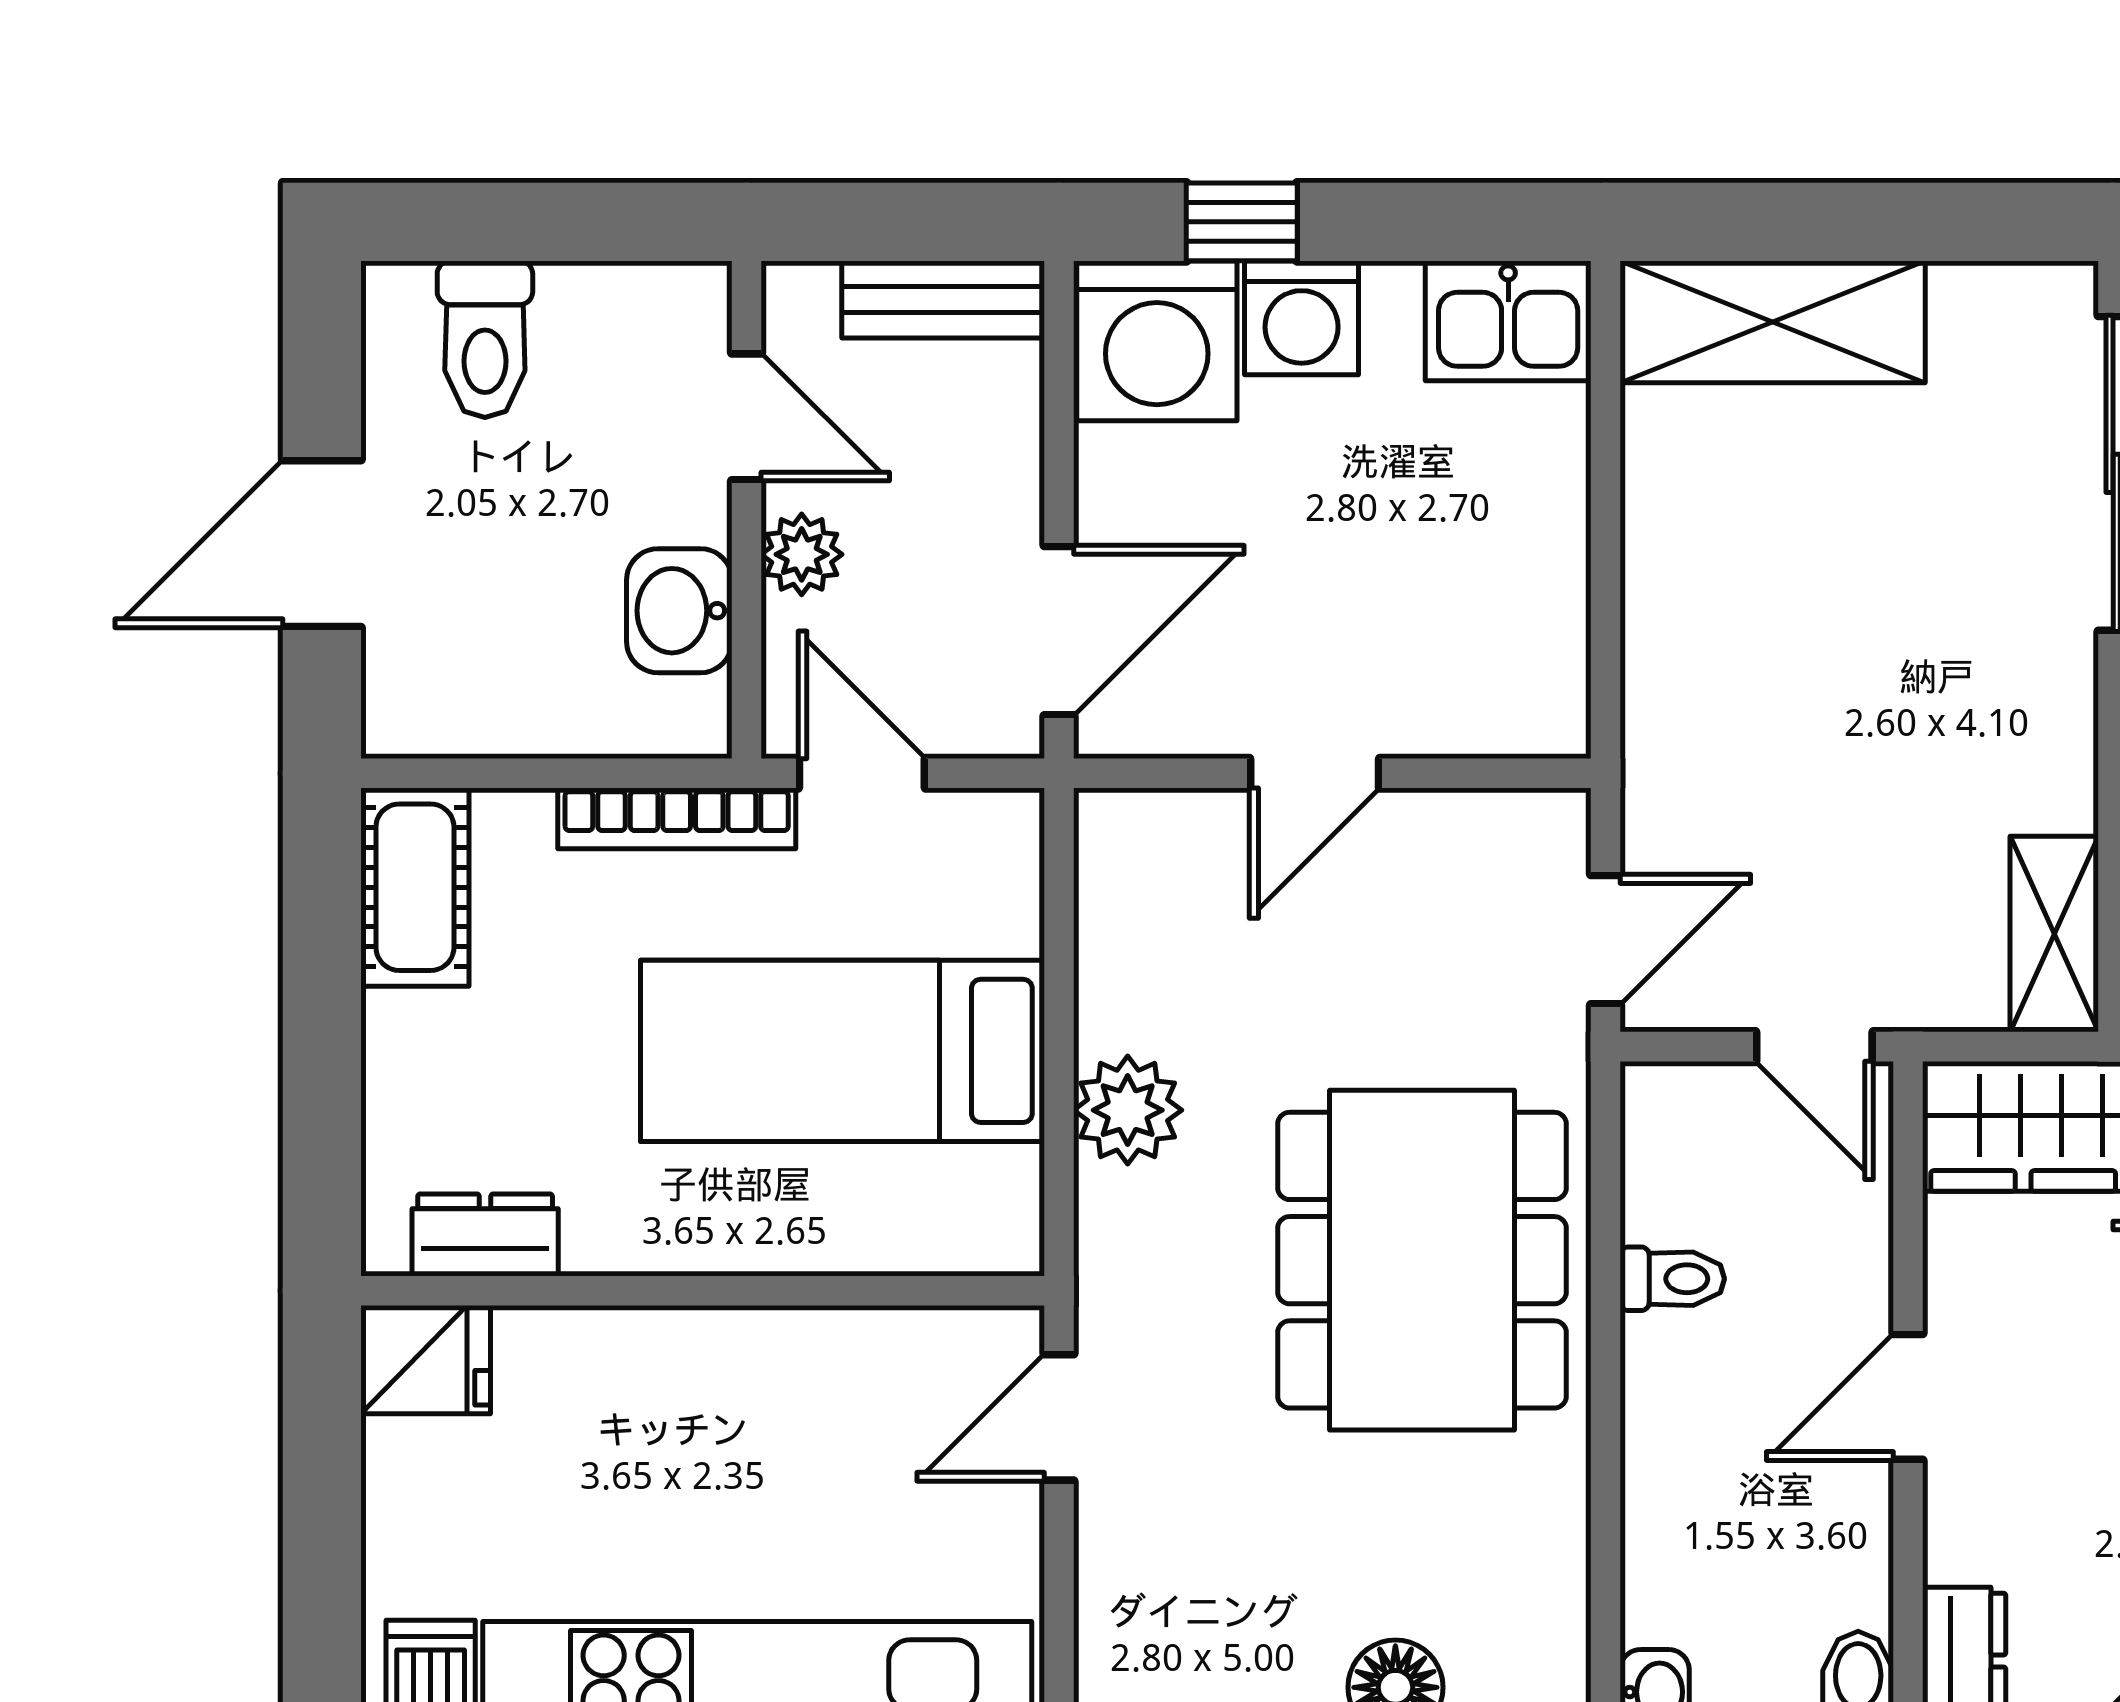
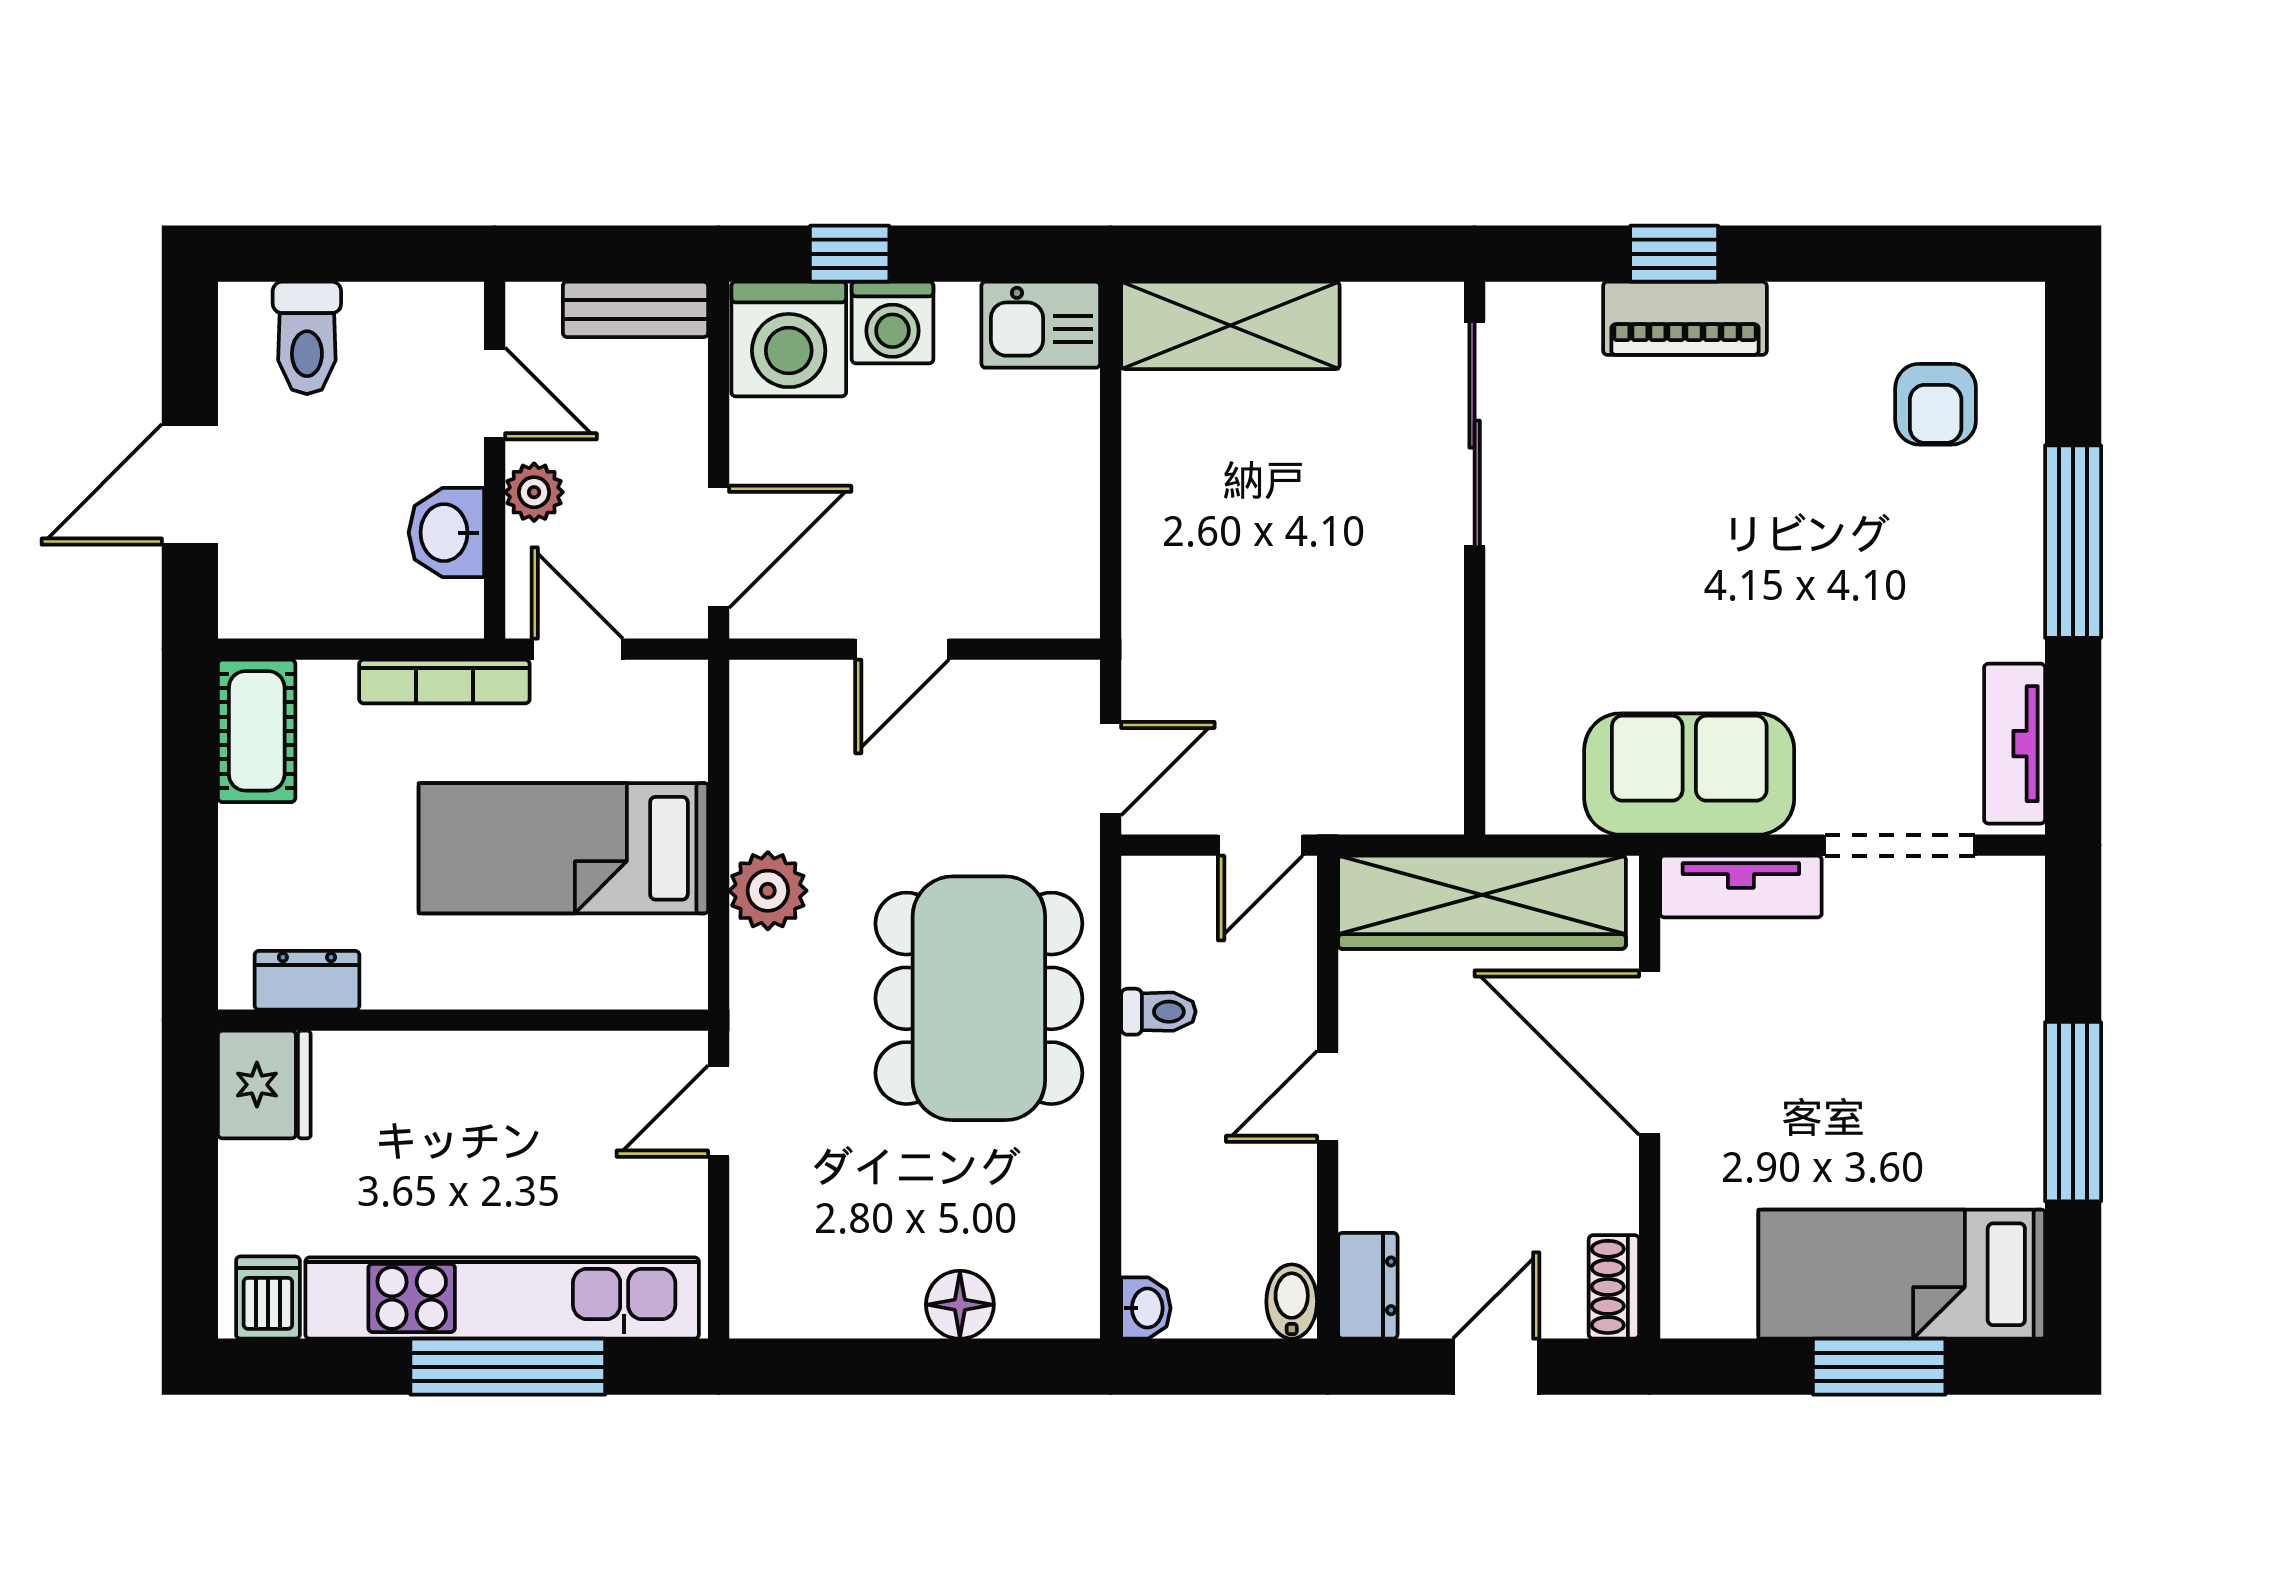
shelving: (2054, 934) -> (1432, 764), removed
door: (1814, 1047) -> (1260, 845), hinge flipped
fridge: (426, 1360) -> (264, 1085), width x1.38

